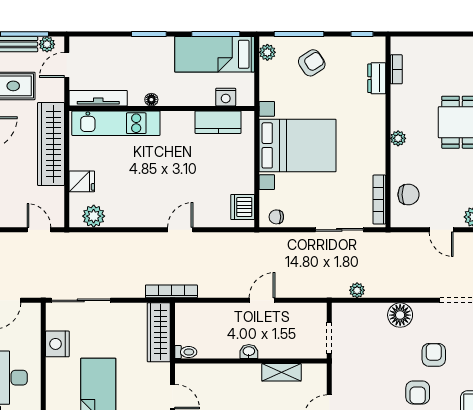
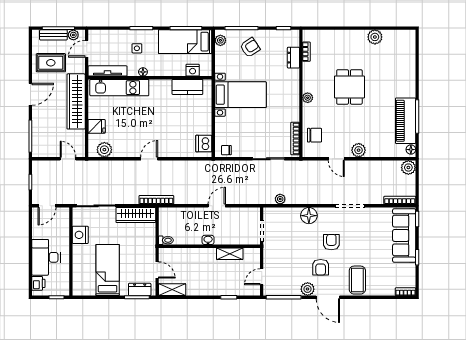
side table: (142, 64) -> (137, 48), added
bed with nightstands: (298, 145) -> (240, 95), width x0.73
door: (180, 230) -> (149, 159), moved
wardrobe: (159, 332) -> (136, 215), moved, turned -90

